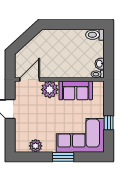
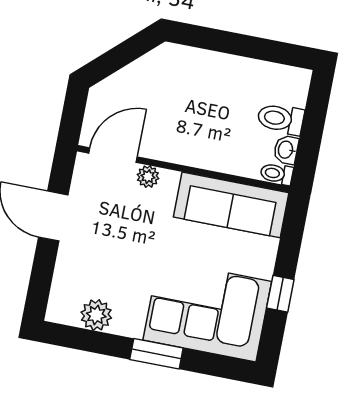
toilet: (95, 35) -> (281, 119), moved
plant: (50, 90) -> (148, 177), width x0.53, depth x0.53
sofa: (76, 90) -> (231, 205), width x1.36

